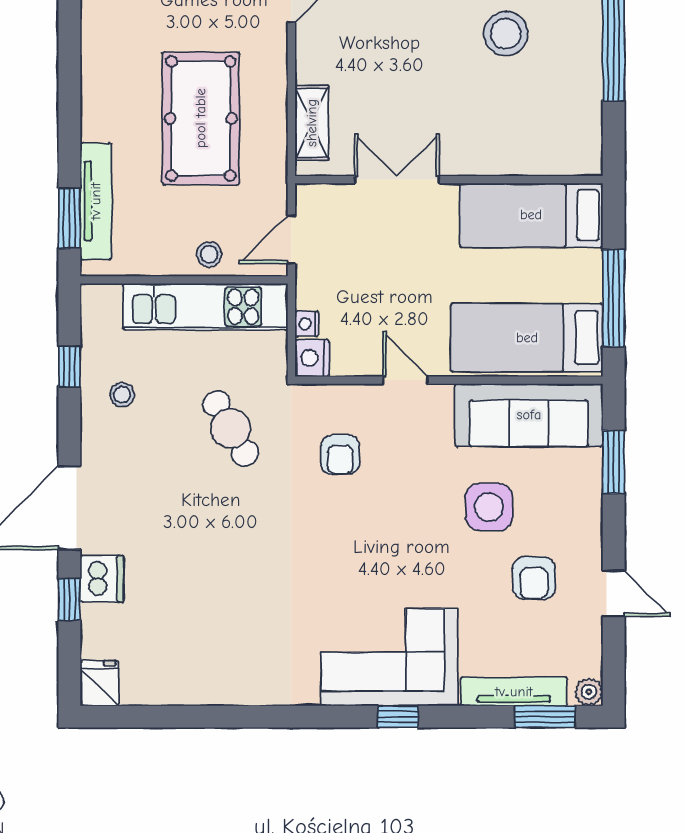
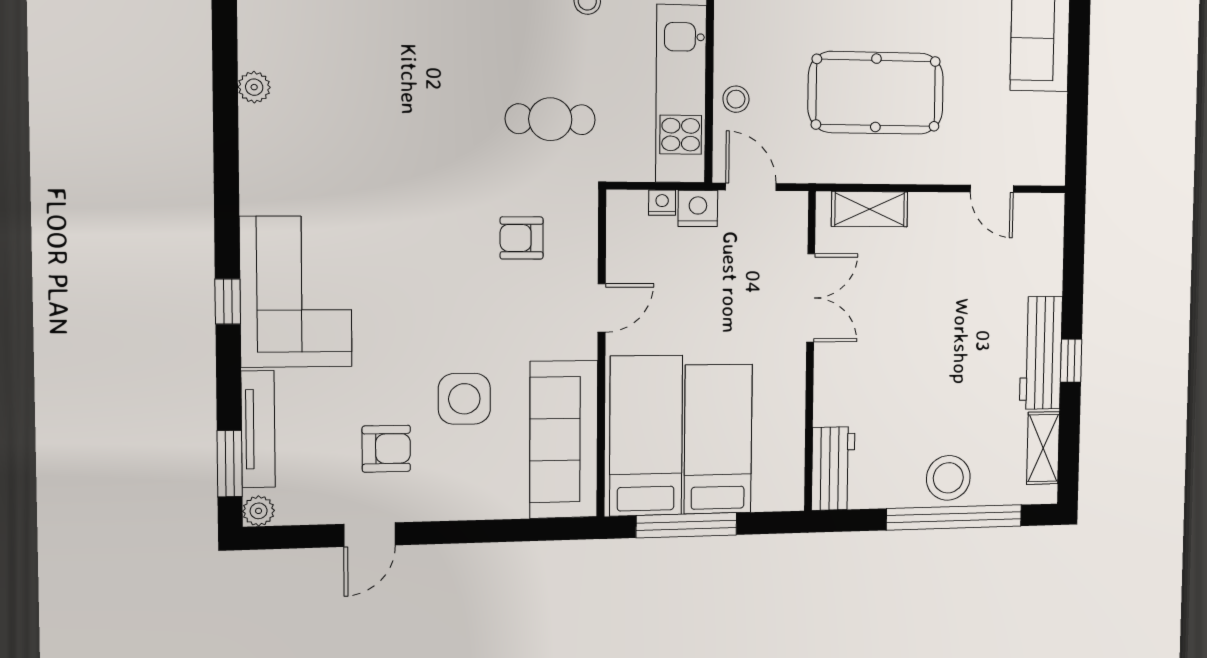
stool: (506, 34) -> (948, 478), moved
workbench: (562, 155) -> (833, 469), added
bed: (531, 215) -> (718, 439), moved
nightstand: (312, 358) -> (698, 208), moved
cafe table: (231, 428) -> (550, 119), turned 30
window: (614, 462) -> (513, 530), removed
armchair: (534, 578) -> (386, 449), turned 180
plant: (206, 692) -> (254, 87), added

